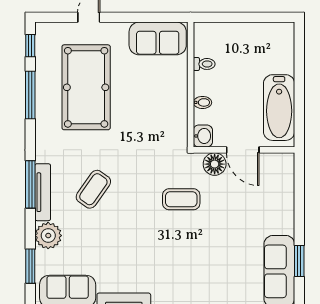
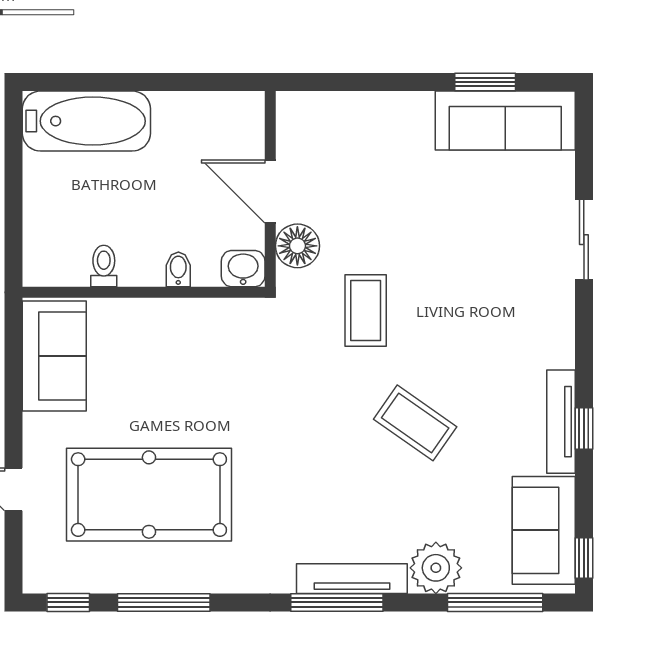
bathtub: (279, 108) -> (86, 121), moved
door: (243, 150) -> (270, 192), swing flipped
coffee table: (93, 189) -> (415, 423), moved
window: (30, 266) -> (495, 602), width x1.44

